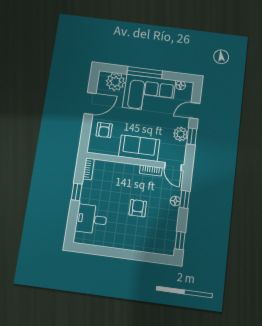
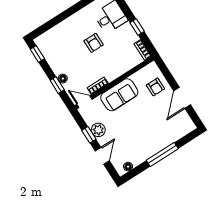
plant: (115, 82) -> (178, 129), removed
corner sofa: (149, 94) -> (146, 141), removed
armchair: (104, 130) -> (155, 87), turned 180
armchair: (138, 208) -> (94, 43), moved

